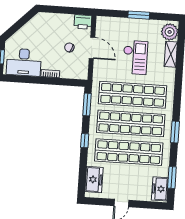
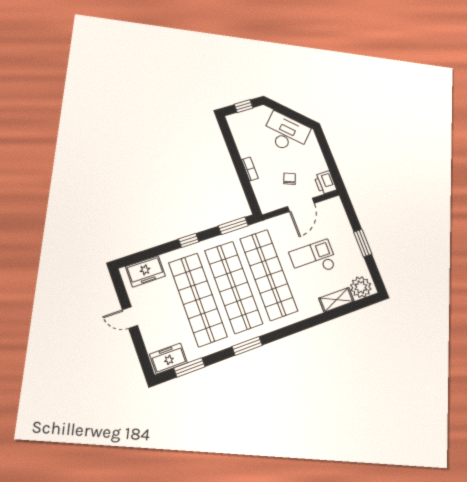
checkout: (135, 57) -> (313, 259), turned 180
desk: (24, 62) -> (286, 133), moved, turned 135

